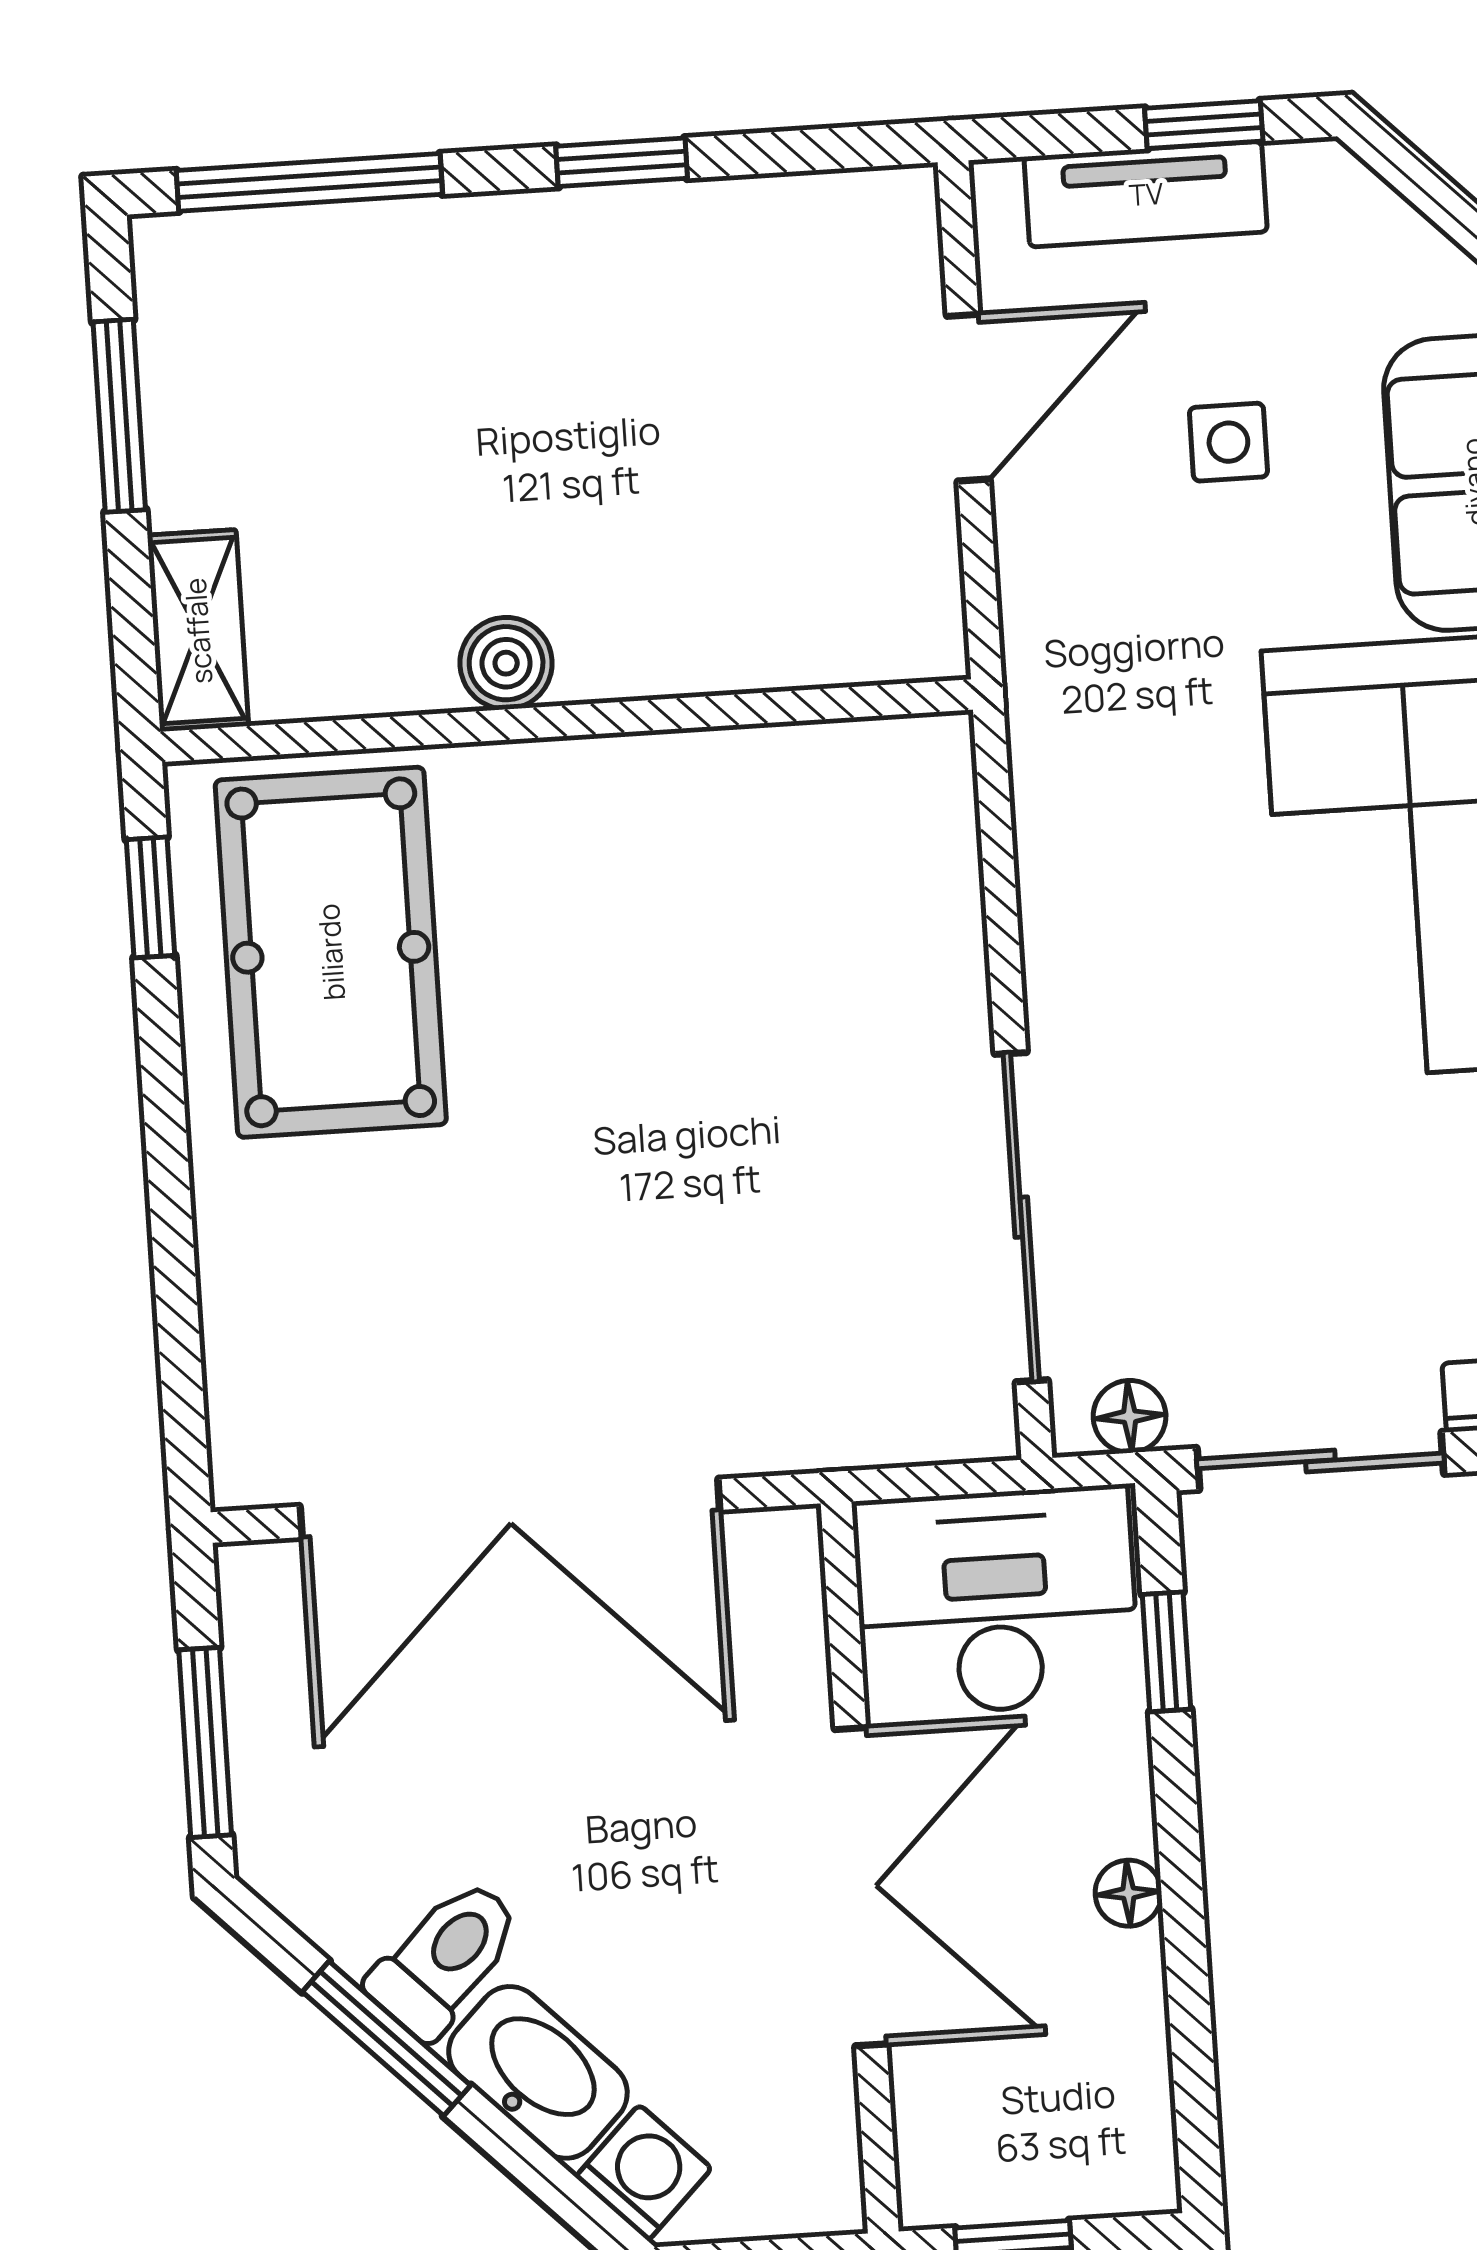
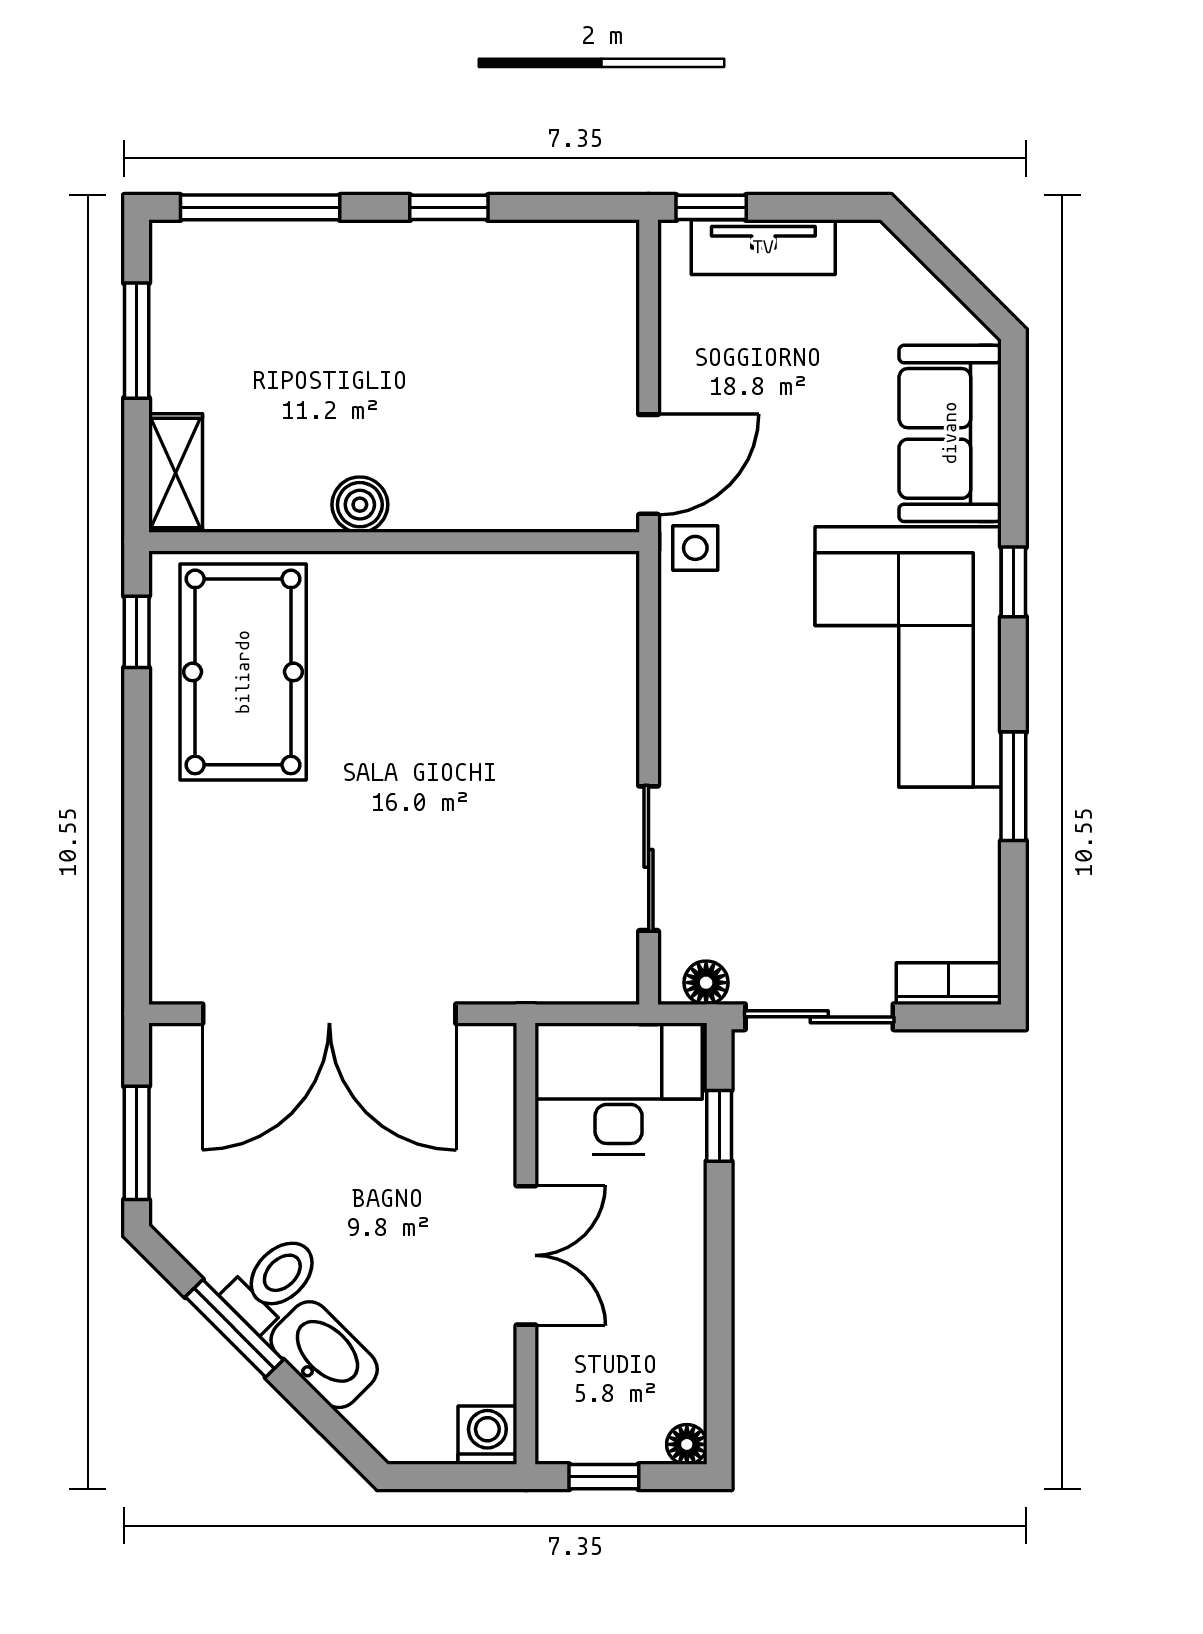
window: (1204, 125) -> (711, 207), moved
door: (968, 398) -> (649, 464), moved
side table: (1228, 442) -> (695, 548), moved
sliding door: (1021, 1217) -> (649, 858), width x0.73
double door: (861, 1887) -> (526, 1255), width x0.73
floor lamp: (1128, 1893) -> (687, 1444), moved
washing machine: (644, 2173) -> (487, 1435), moved, turned -45

